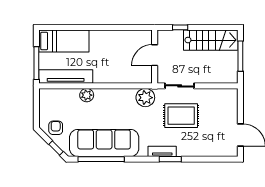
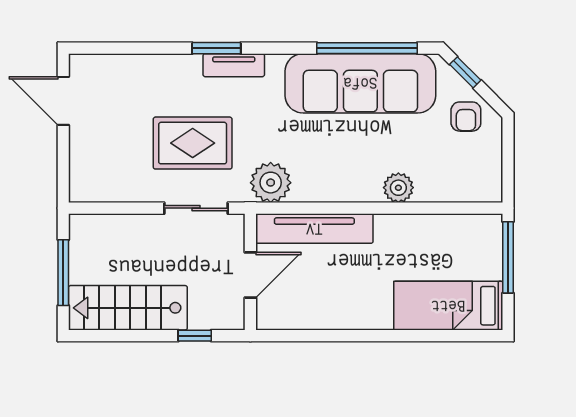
tv unit: (66, 76) -> (314, 229), moved

